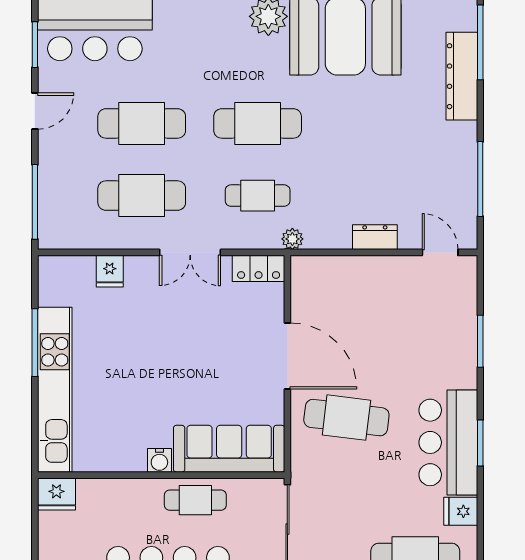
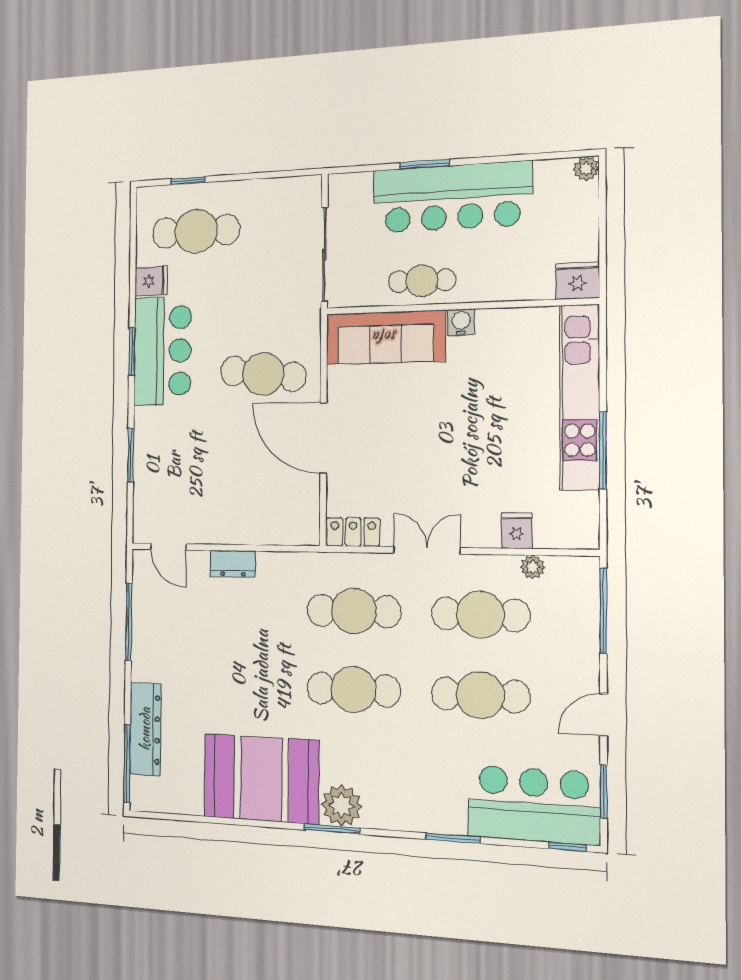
cafe table: (258, 196) -> (354, 611), width x1.37, depth x1.35
plant: (292, 239) -> (533, 567), moved

